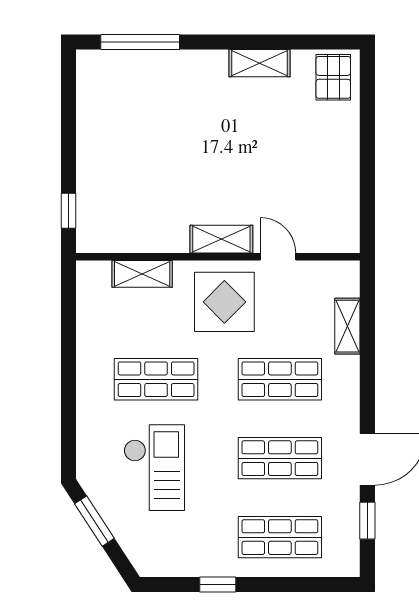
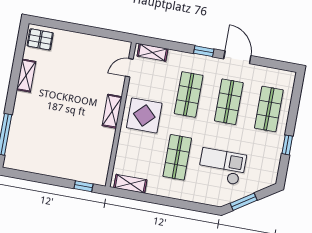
door: (278, 257) -> (129, 68), moved
shelving: (142, 274) -> (130, 184), moved, turned 90
shelving: (347, 326) -> (152, 52), moved
window: (367, 521) -> (204, 51), moved

